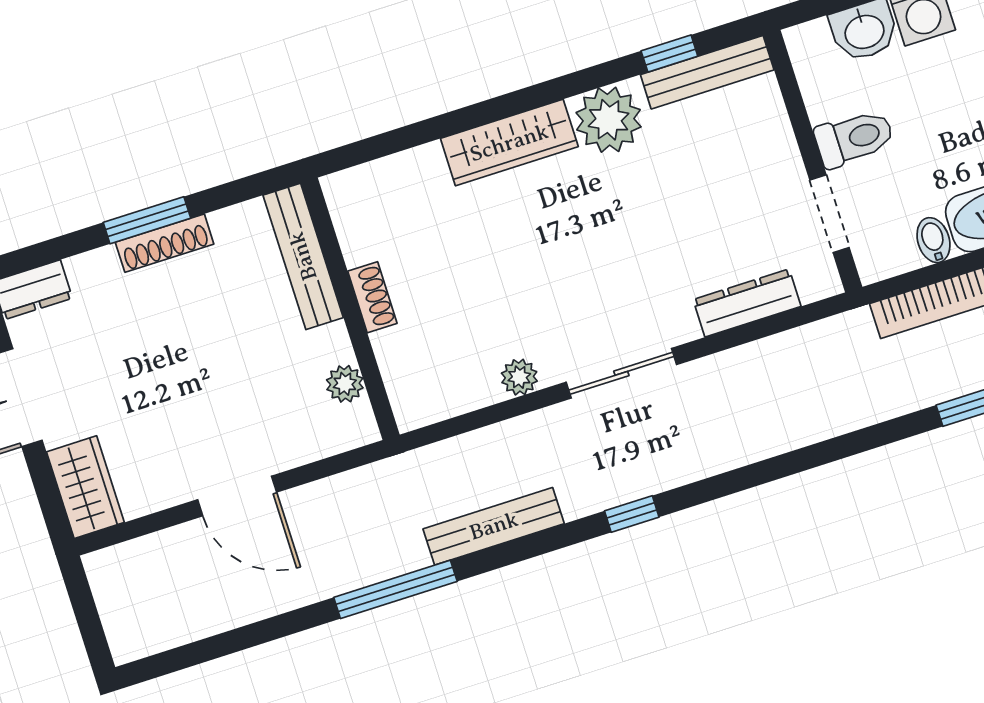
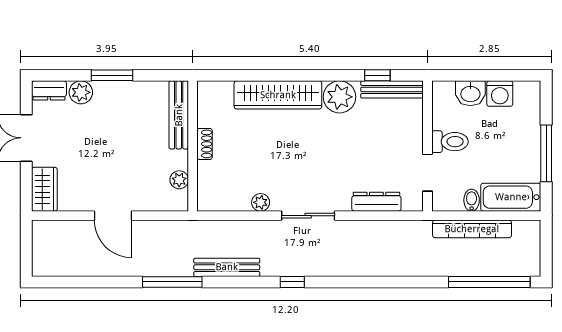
wardrobe: (509, 143) -> (278, 95), width x1.40, depth x1.17
shoe rack: (165, 243) -> (117, 88), removed
plant: (96, 273) -> (81, 92), added

